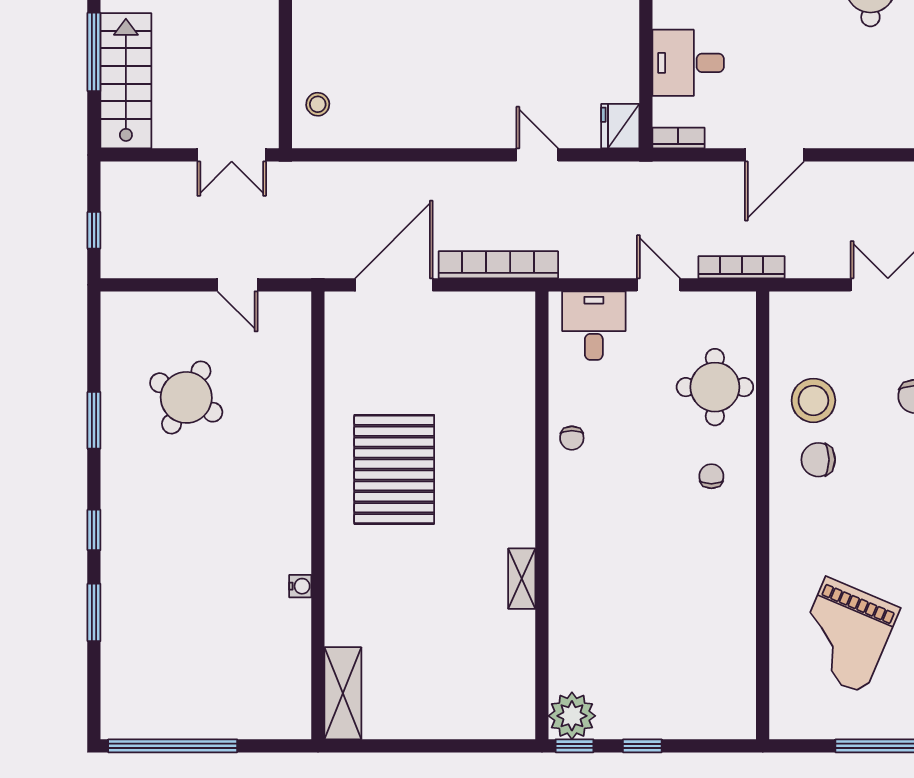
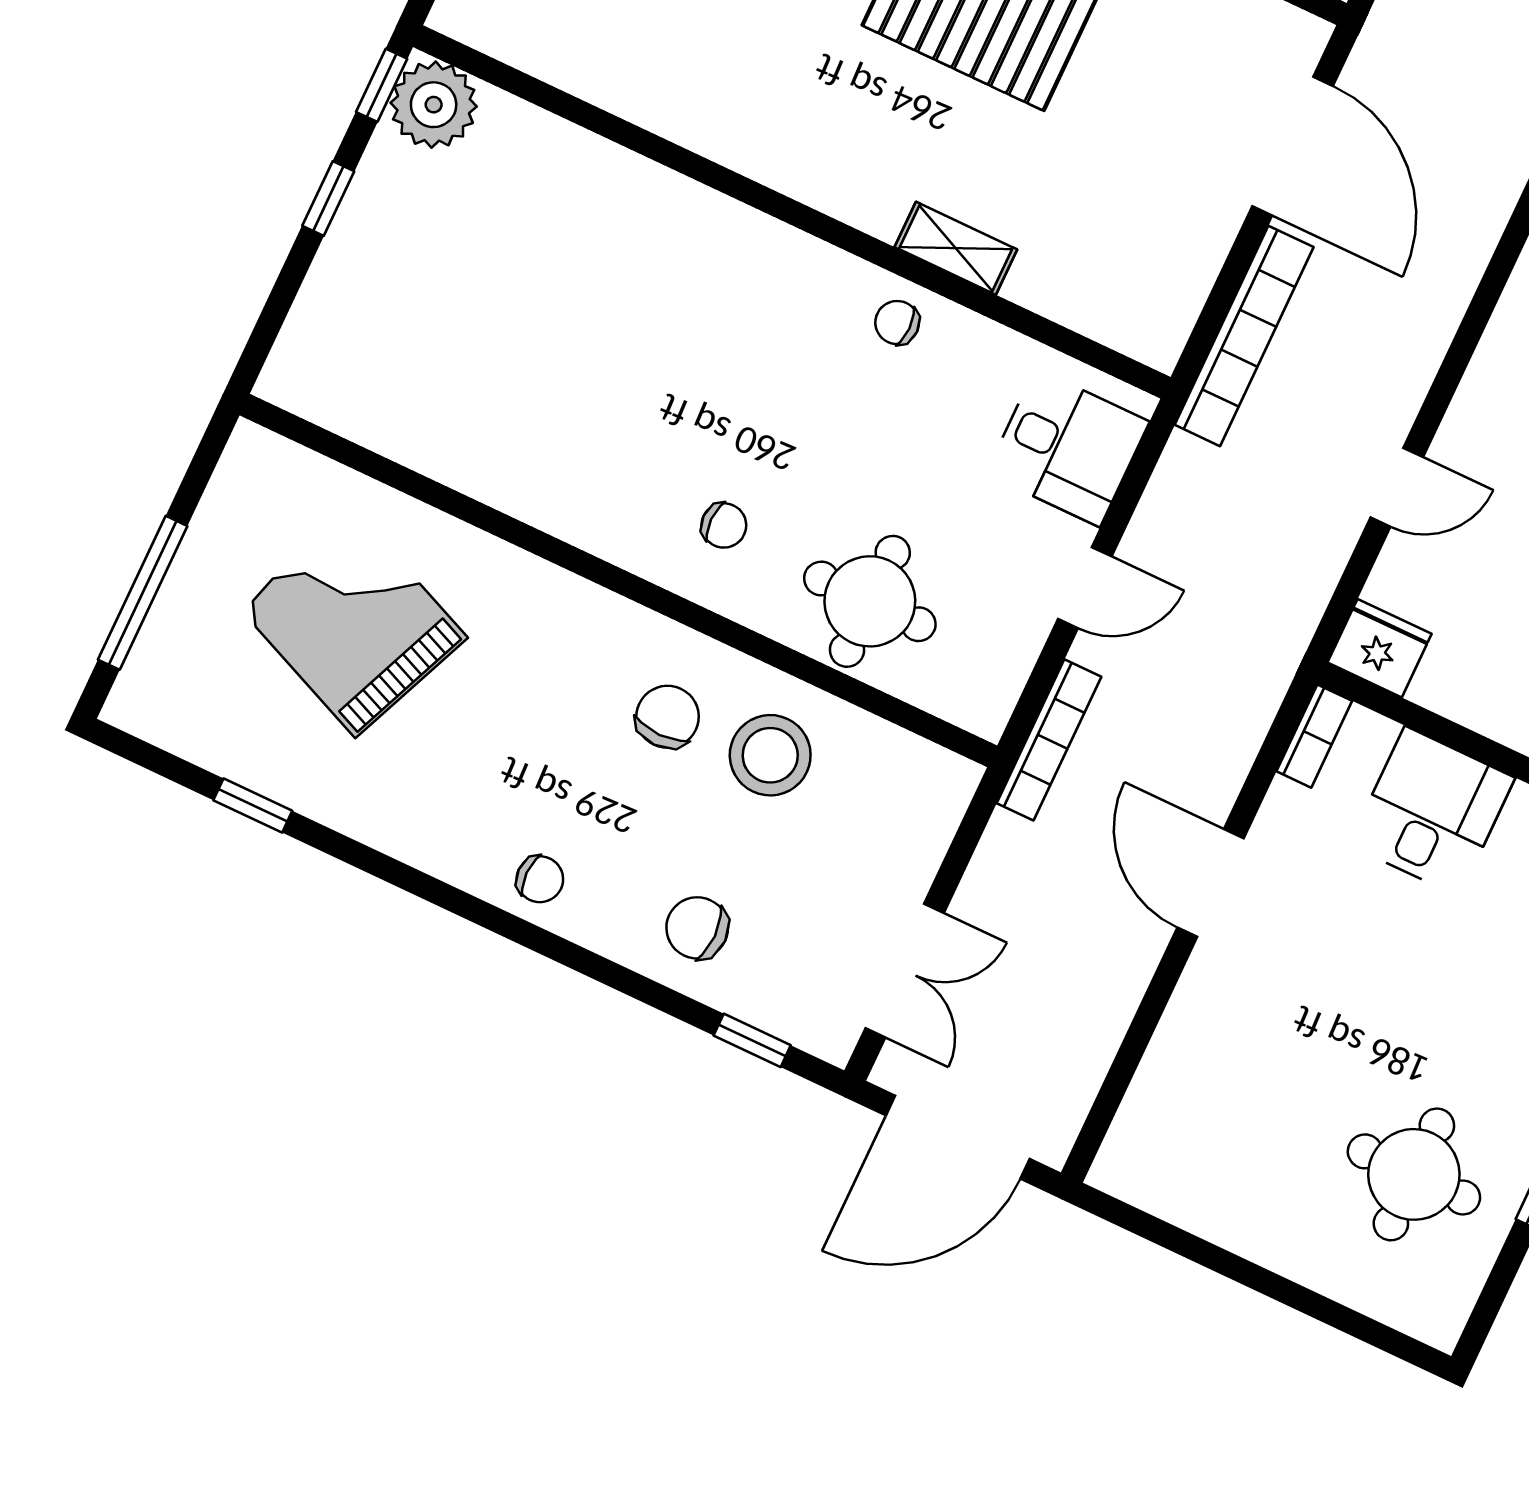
shelving: (522, 579) -> (956, 248), moved

